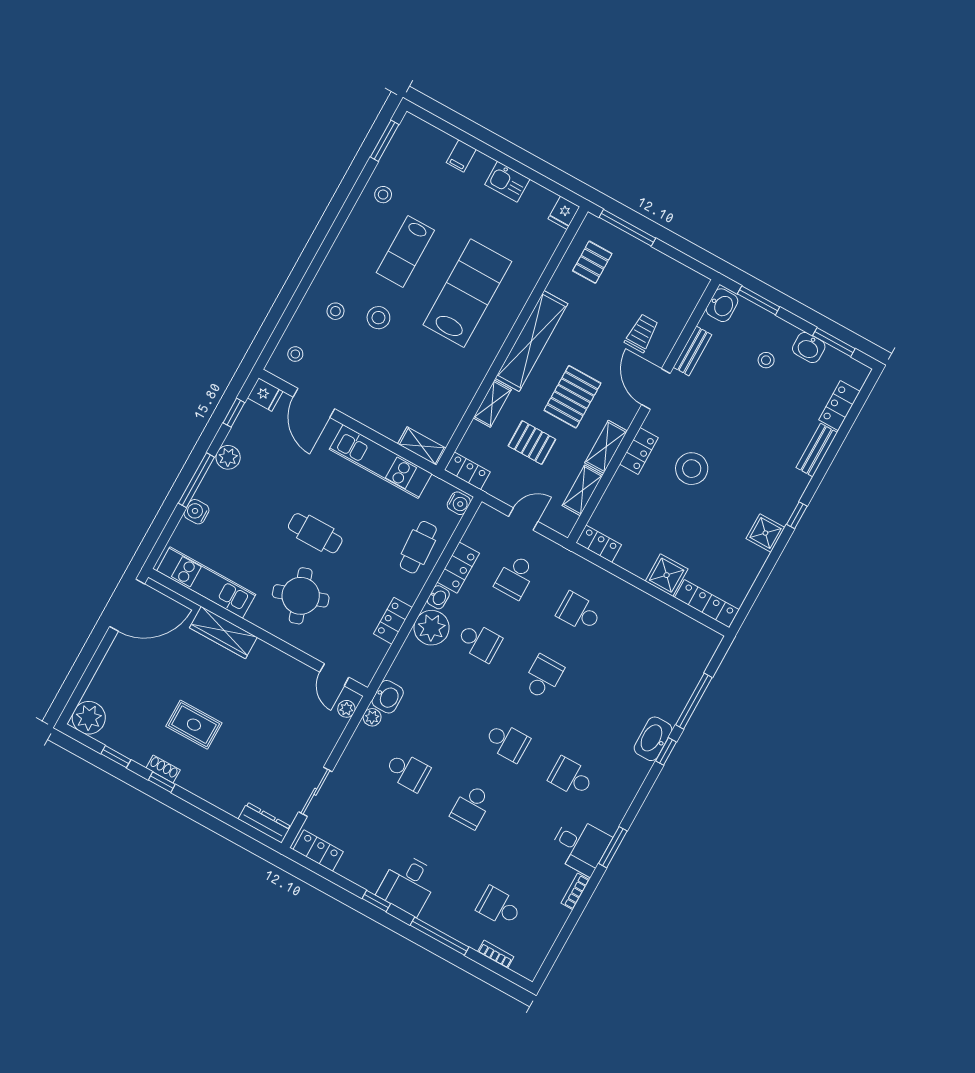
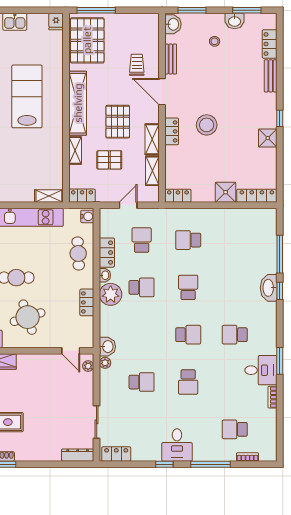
pallet: (592, 262) -> (87, 40), width x2.05, depth x2.00
school desk: (515, 577) -> (142, 240), turned 180

